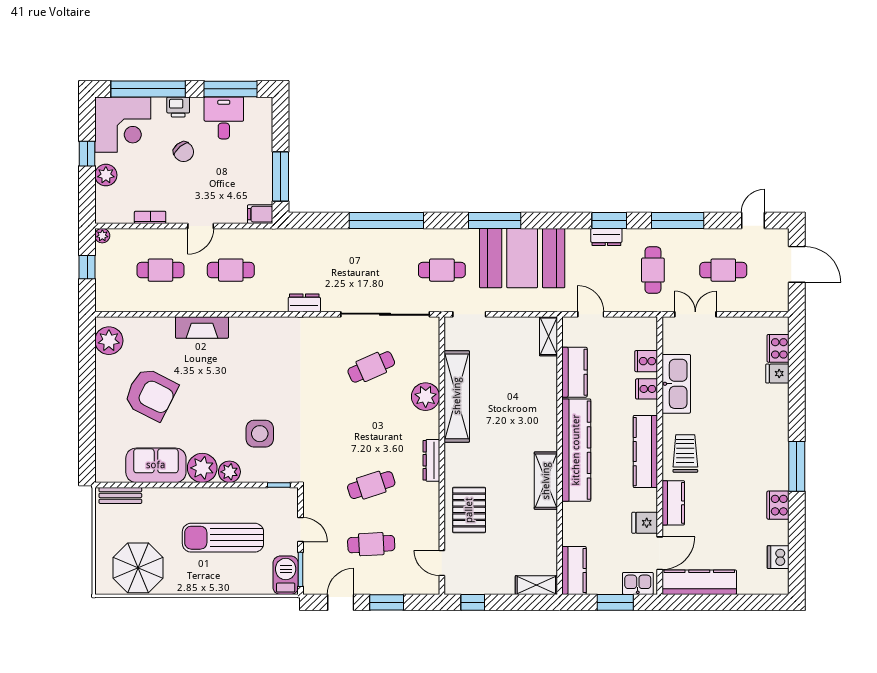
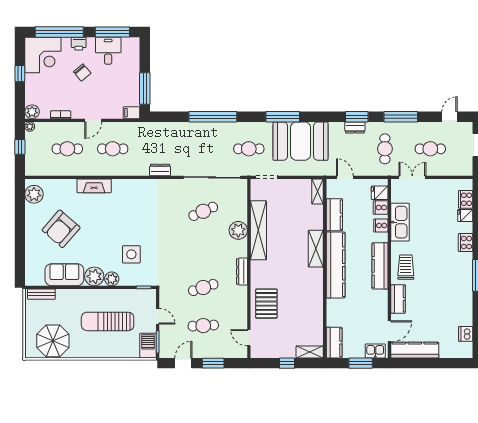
plant: (106, 175) -> (32, 112), moved
armchair: (151, 394) -> (61, 229), turned 104
shelving: (546, 481) -> (316, 249), moved
cooker: (778, 505) -> (466, 243), moved
fridge: (645, 523) -> (380, 193), moved
window: (473, 602) -> (287, 363), moved

